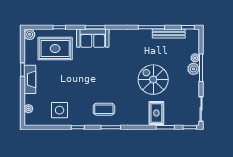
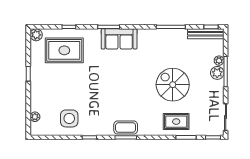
bench: (169, 33) -> (206, 34), moved
sofa: (93, 38) -> (119, 39), moved
fireplace: (30, 79) -> (36, 84), removed
coffee table: (104, 109) -> (126, 127), moved
rug: (156, 113) -> (176, 122), turned 90

